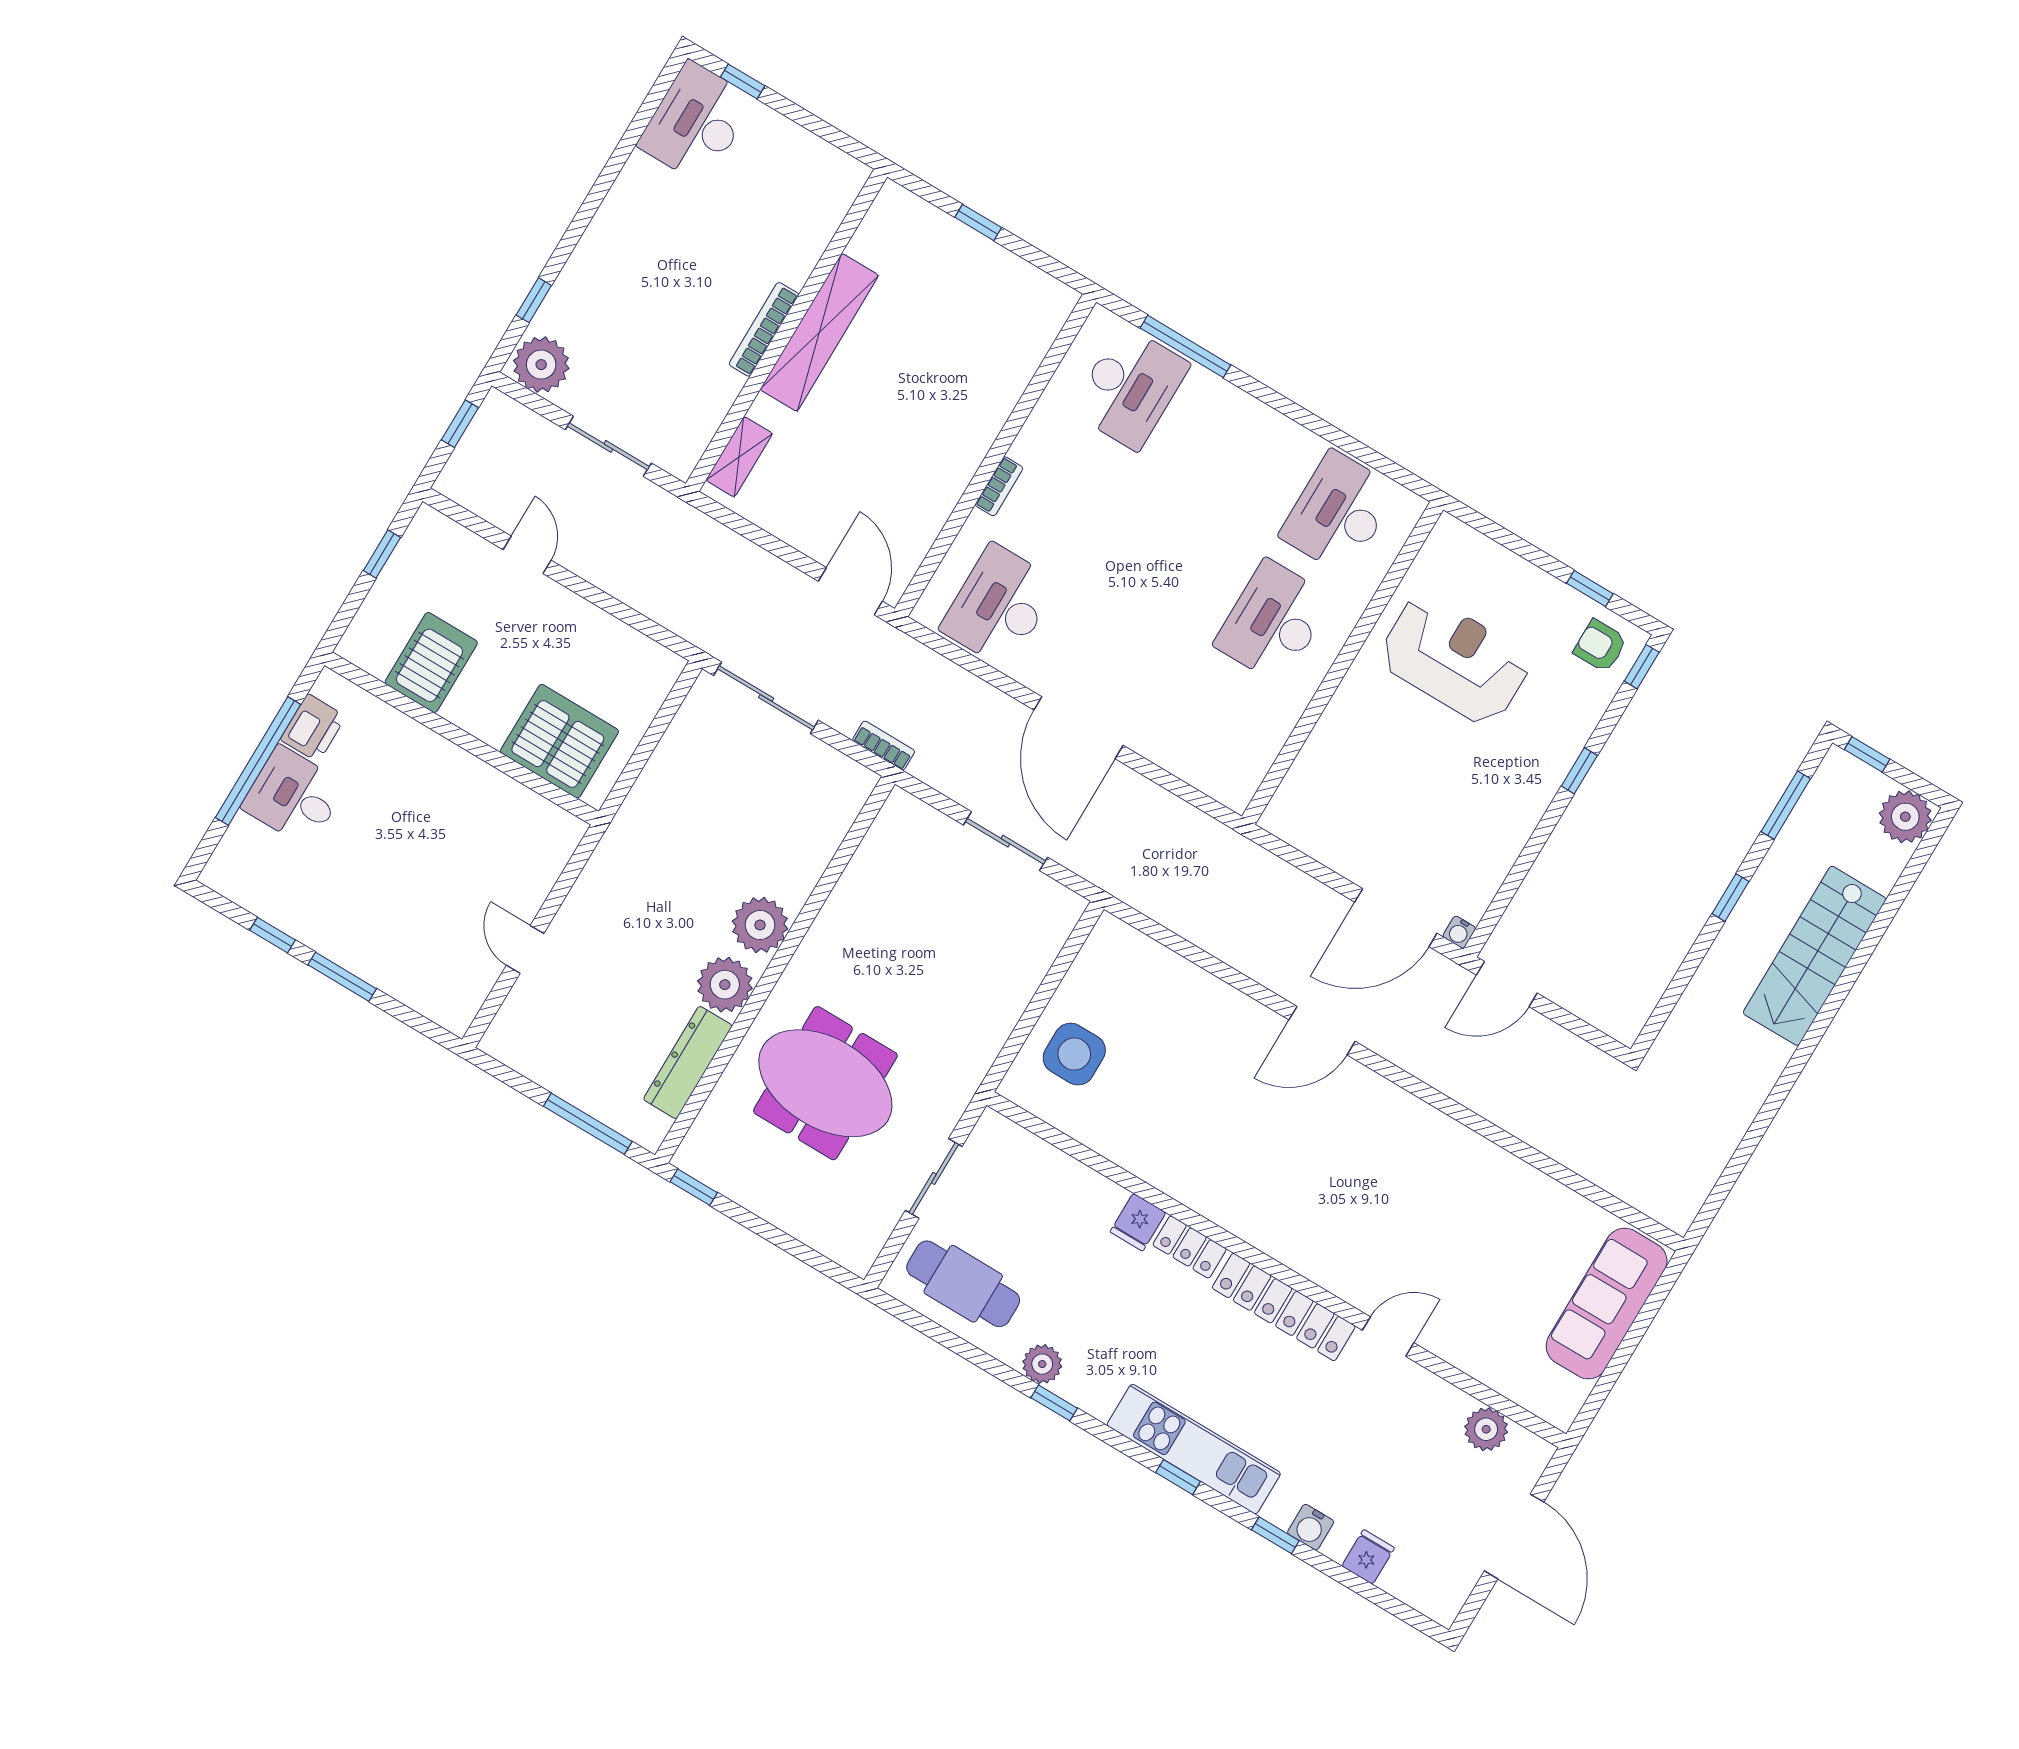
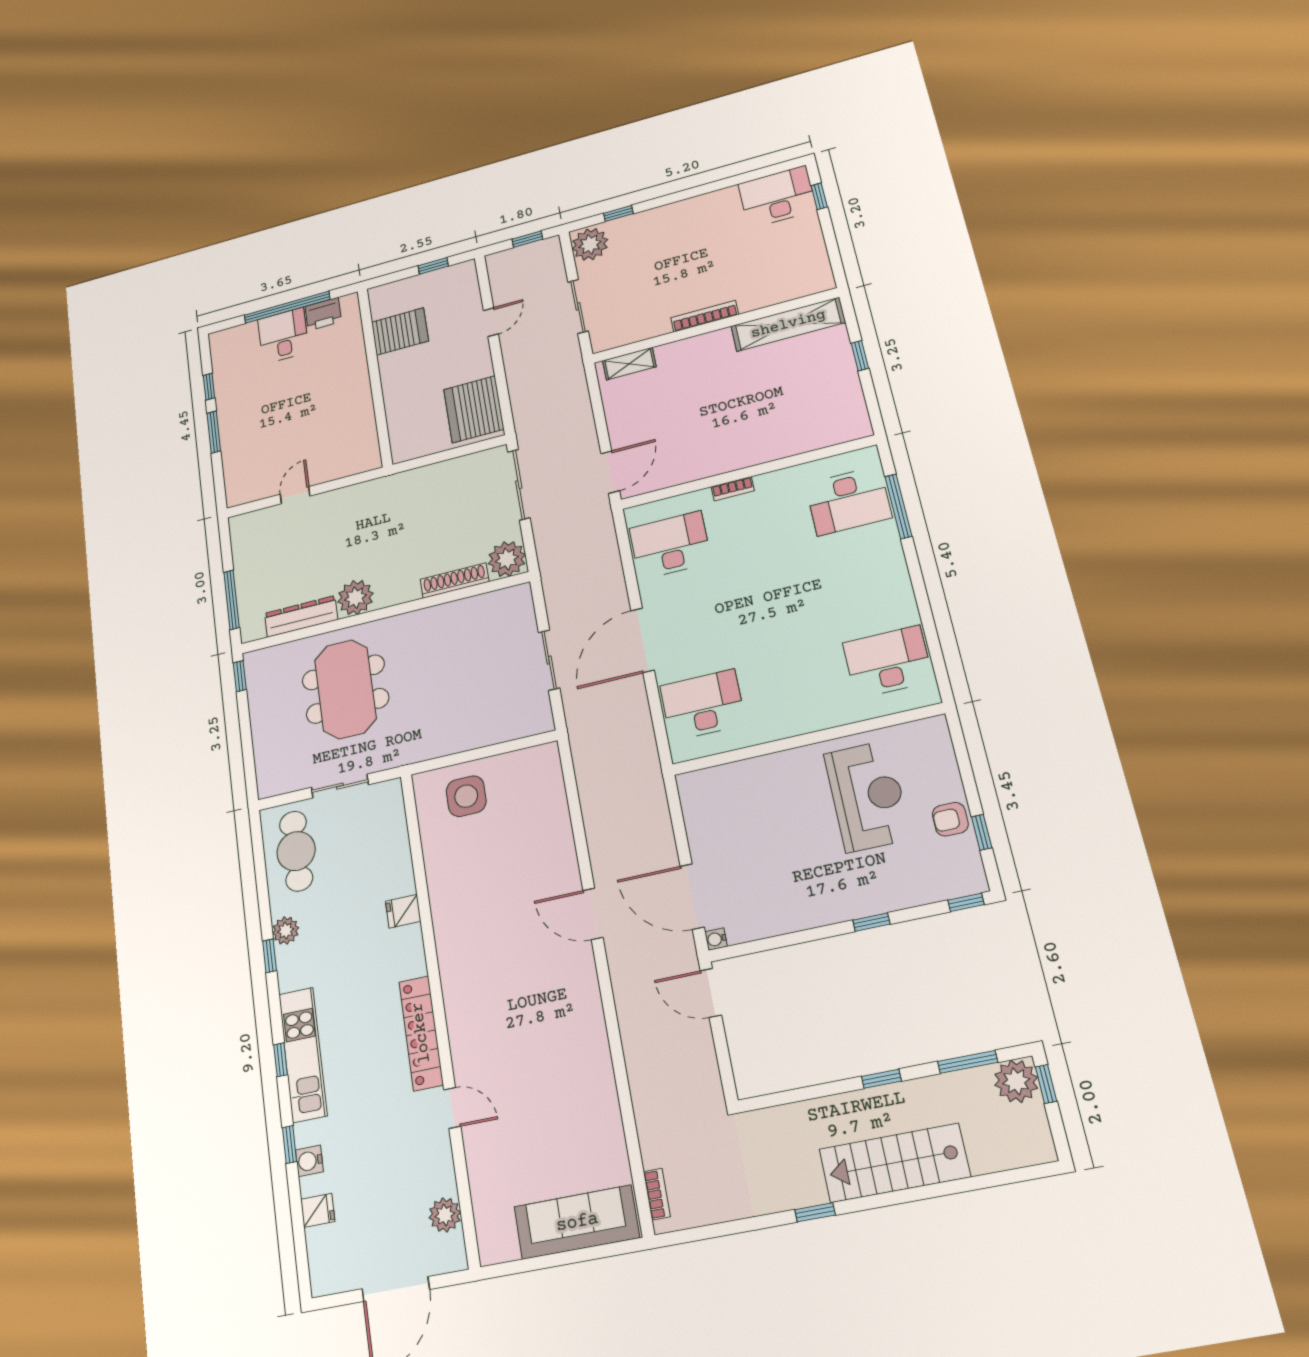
shelving: (819, 332) -> (788, 324), moved
desk: (1273, 622) -> (703, 705), moved
armchair: (1600, 646) -> (950, 819), moved, turned -90
server rack: (559, 741) -> (474, 409), moved, turned 180
bookcase: (884, 746) -> (657, 1194), moved
plant: (1905, 817) -> (1016, 1081), moved
shoe rack: (813, 862) -> (454, 581), added
plant: (760, 925) -> (507, 559), moved
window: (1794, 1069) -> (815, 1212), added
locker: (1190, 1247) -> (412, 951), removed

